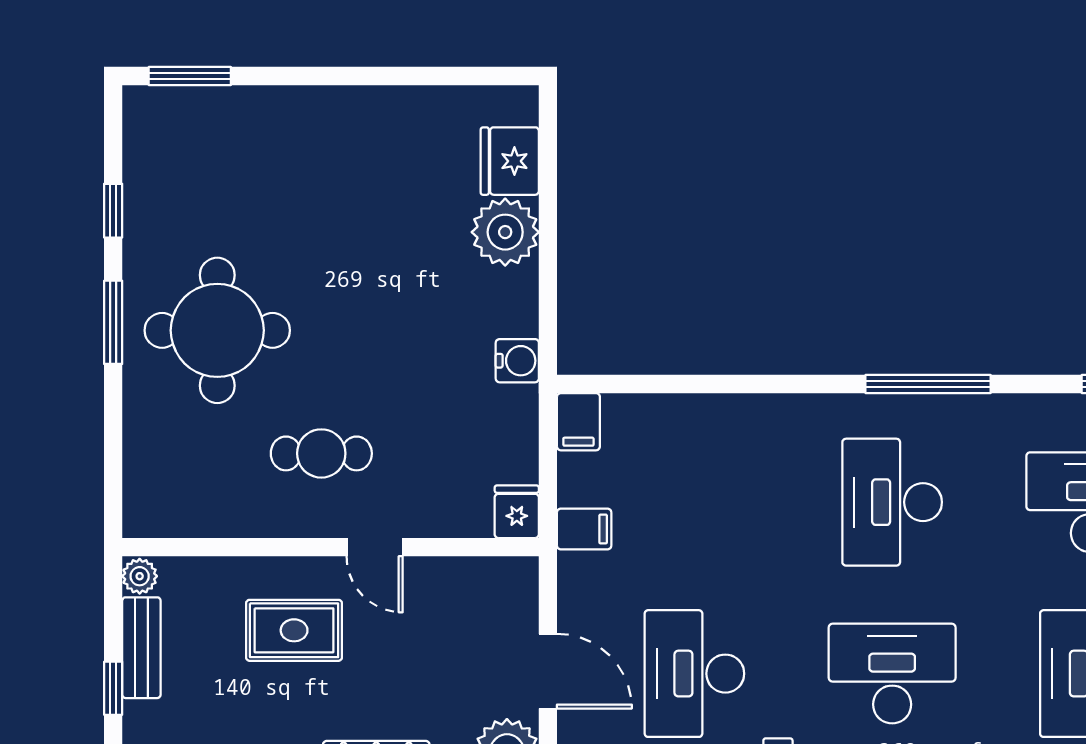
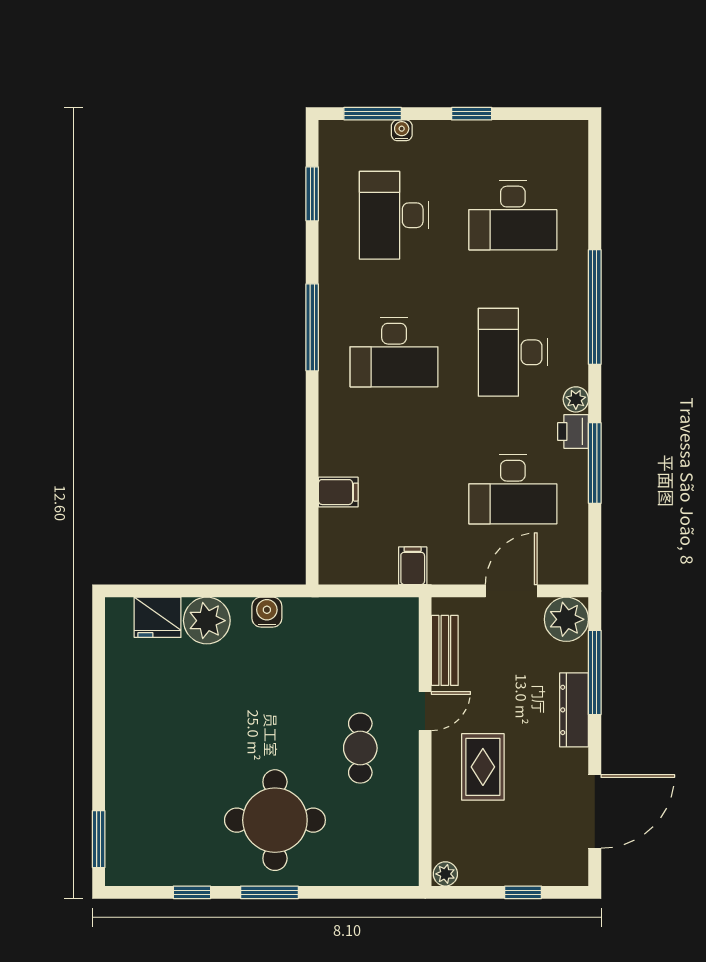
water cooler: (517, 361) -> (267, 612), moved
filing cabinet: (578, 422) -> (338, 492), moved
fridge: (517, 512) -> (401, 612), removed
bench: (141, 648) -> (445, 650), moved, turned 90

